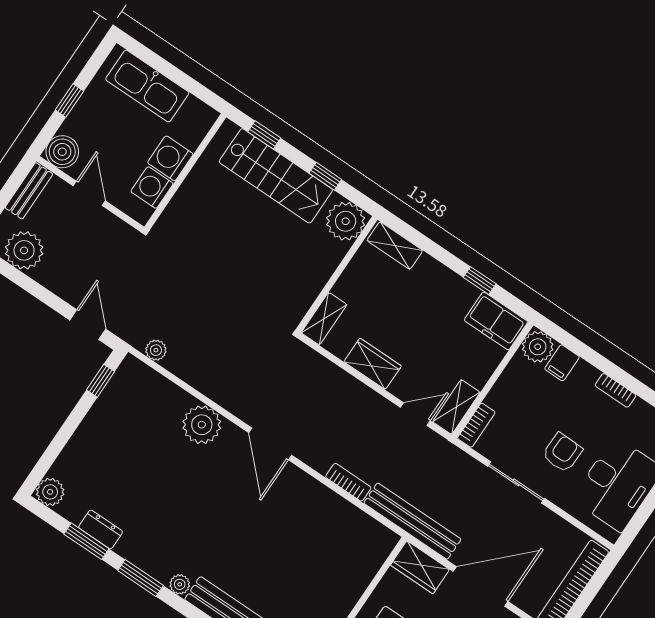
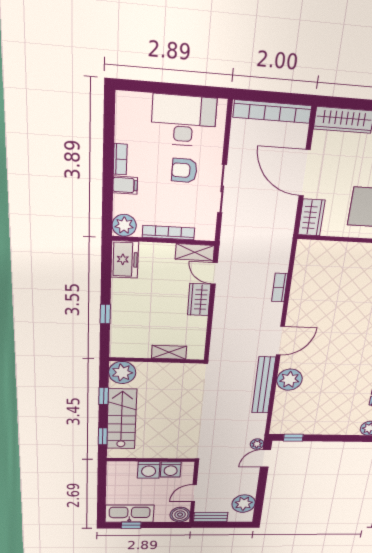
kitchen sink: (147, 86) -> (130, 514), moved, turned -90
window: (69, 100) -> (131, 525), moved
shelving: (395, 245) -> (118, 340), removed
window: (480, 281) -> (105, 314), moved
shelving: (324, 319) -> (169, 352), moved
plant: (156, 350) -> (257, 444), moved
filing cabinet: (562, 363) -> (125, 185), moved
wardrobe: (373, 364) -> (199, 300), moved
bookcase: (476, 425) -> (168, 233), moved, width x1.56
bench: (412, 521) -> (264, 385), moved

